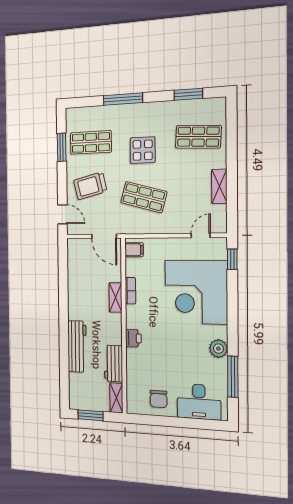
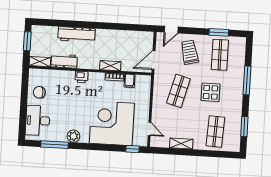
filing cabinet: (134, 250) -> (130, 81), moved

